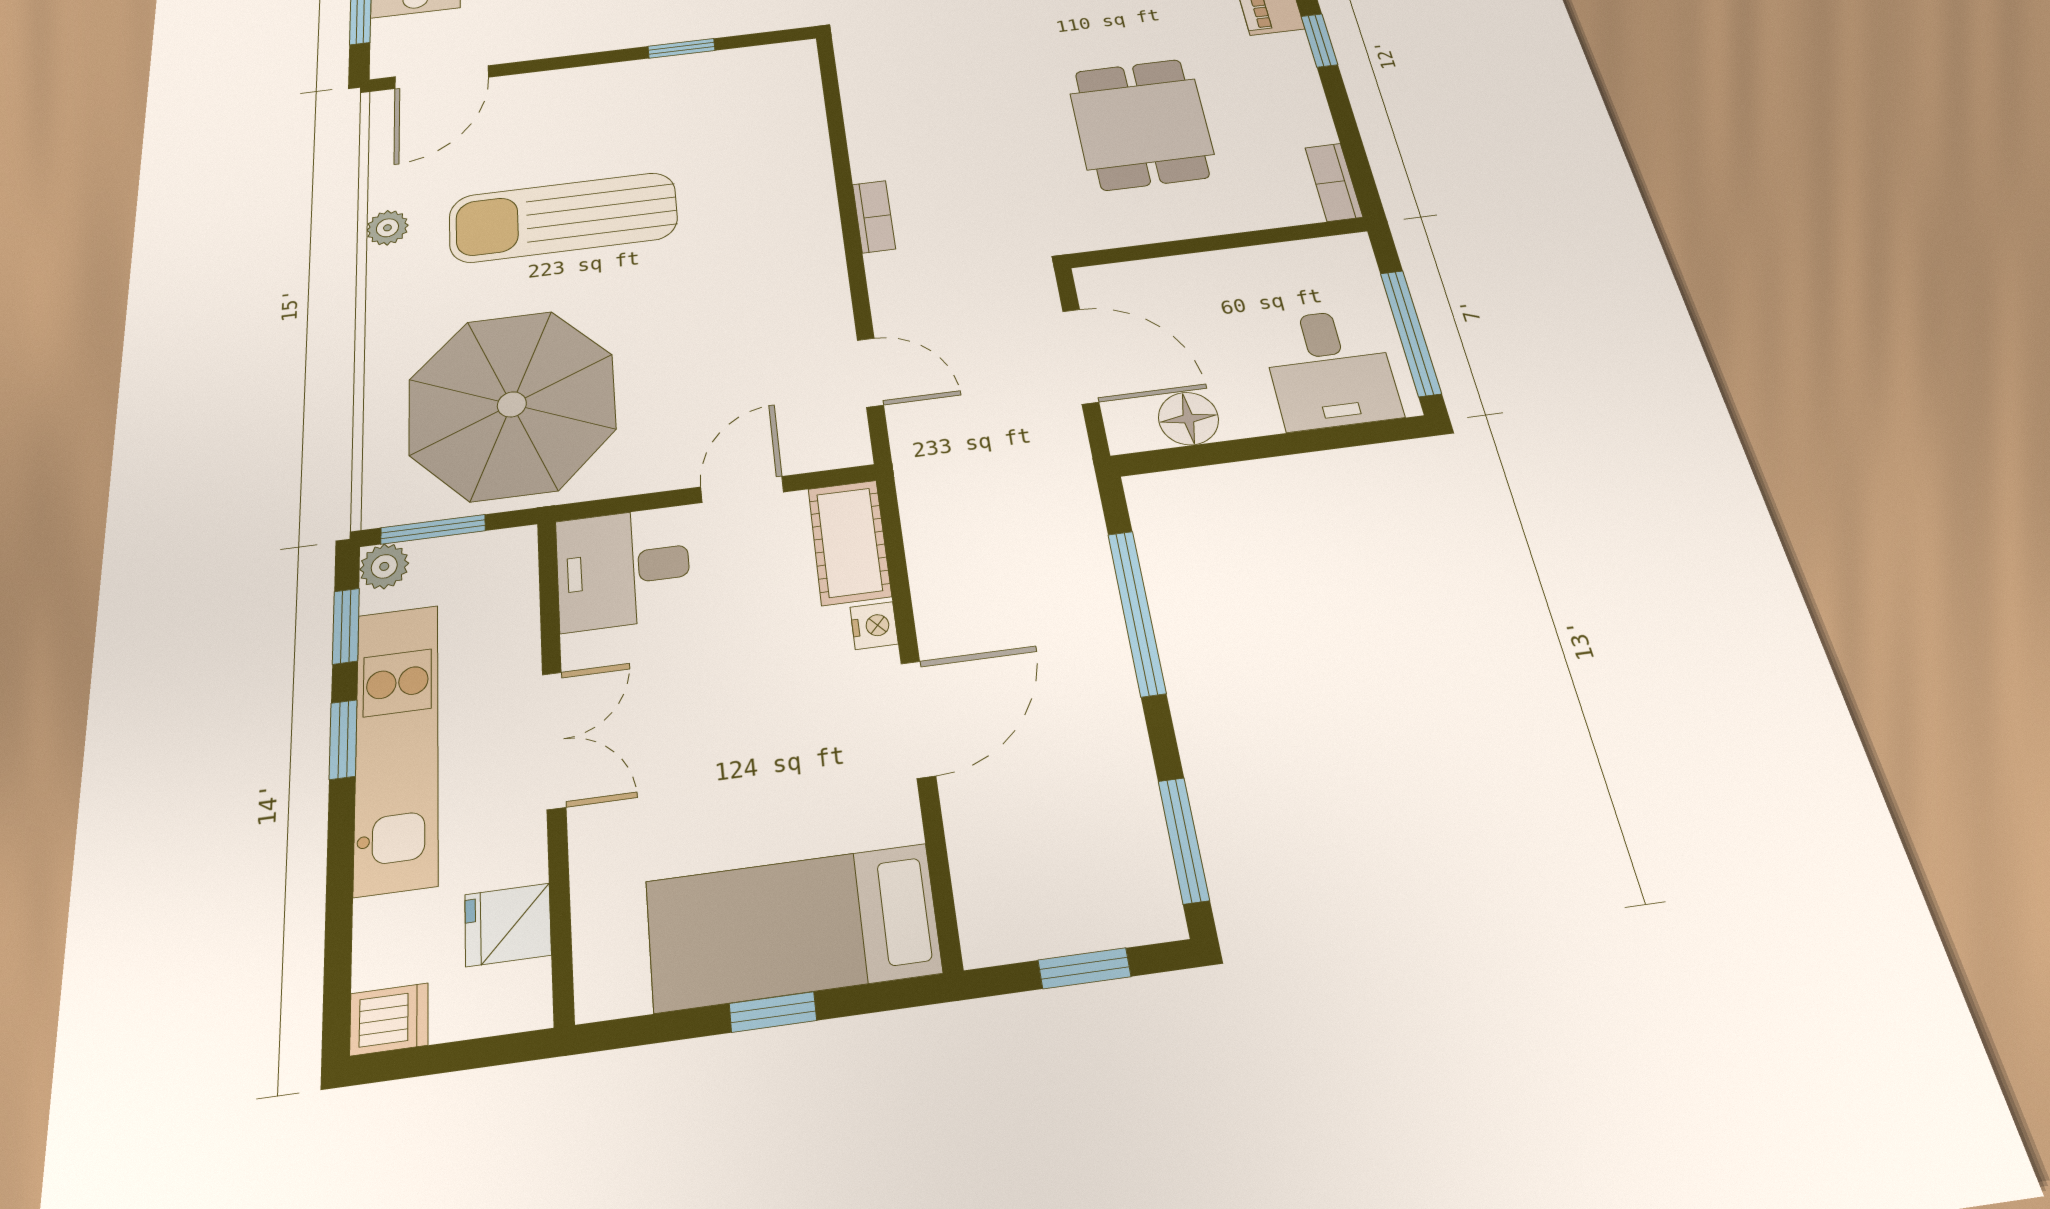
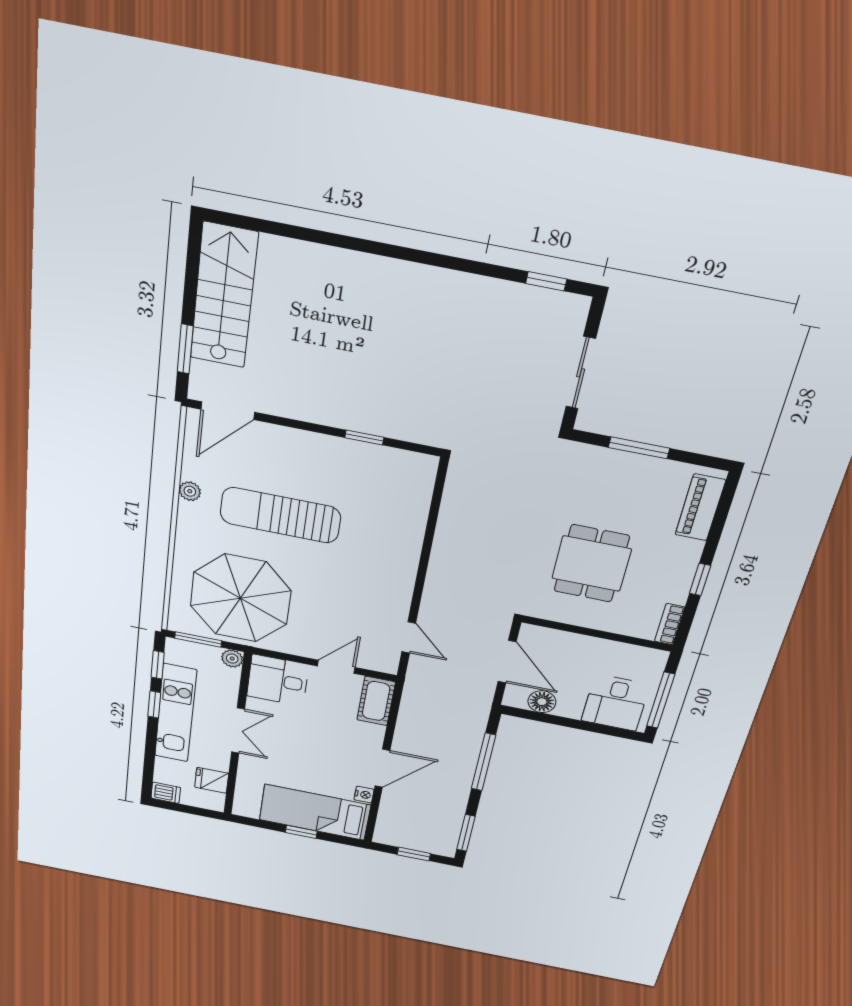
window: (1319, 40) -> (700, 580), moved
bookcase: (874, 217) -> (436, 566), removed
plant: (384, 566) -> (232, 659), moved
nightstand: (874, 626) -> (364, 795), moved

